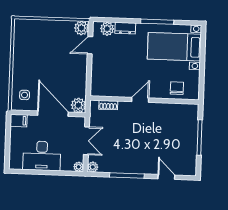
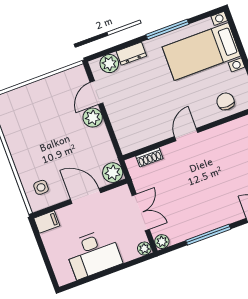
plant: (81, 28) -> (93, 118), moved
door: (53, 114) -> (86, 196), width x0.73

